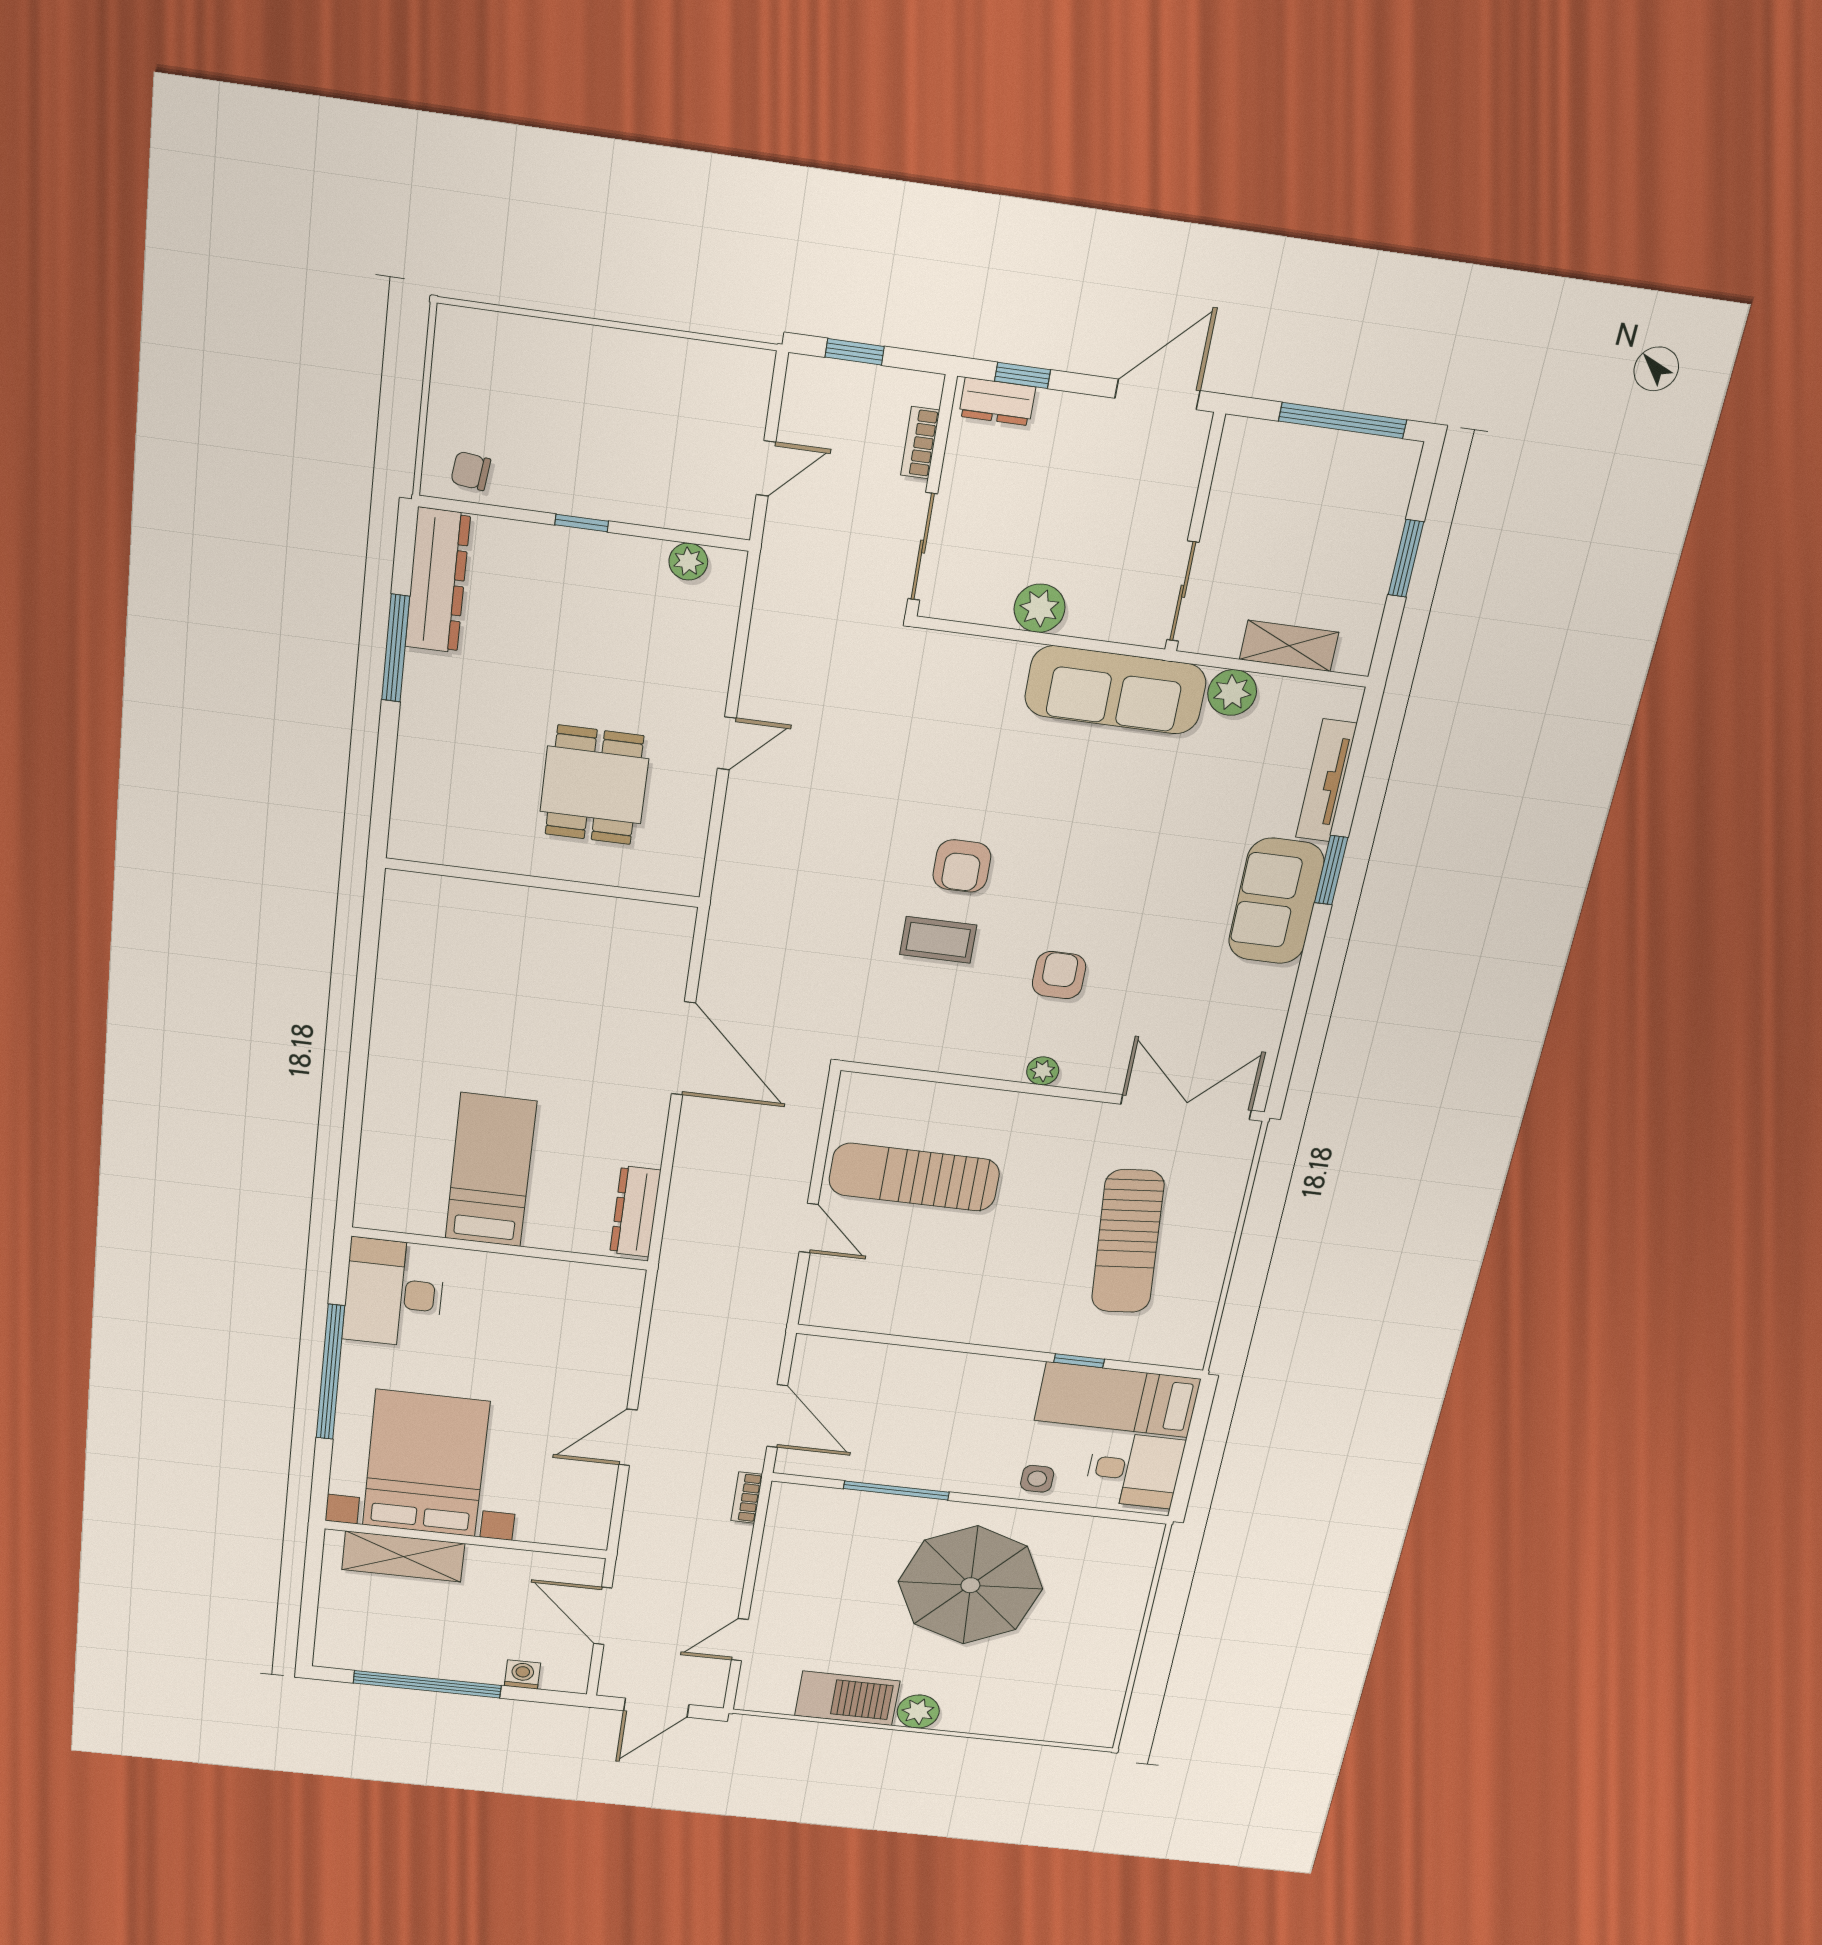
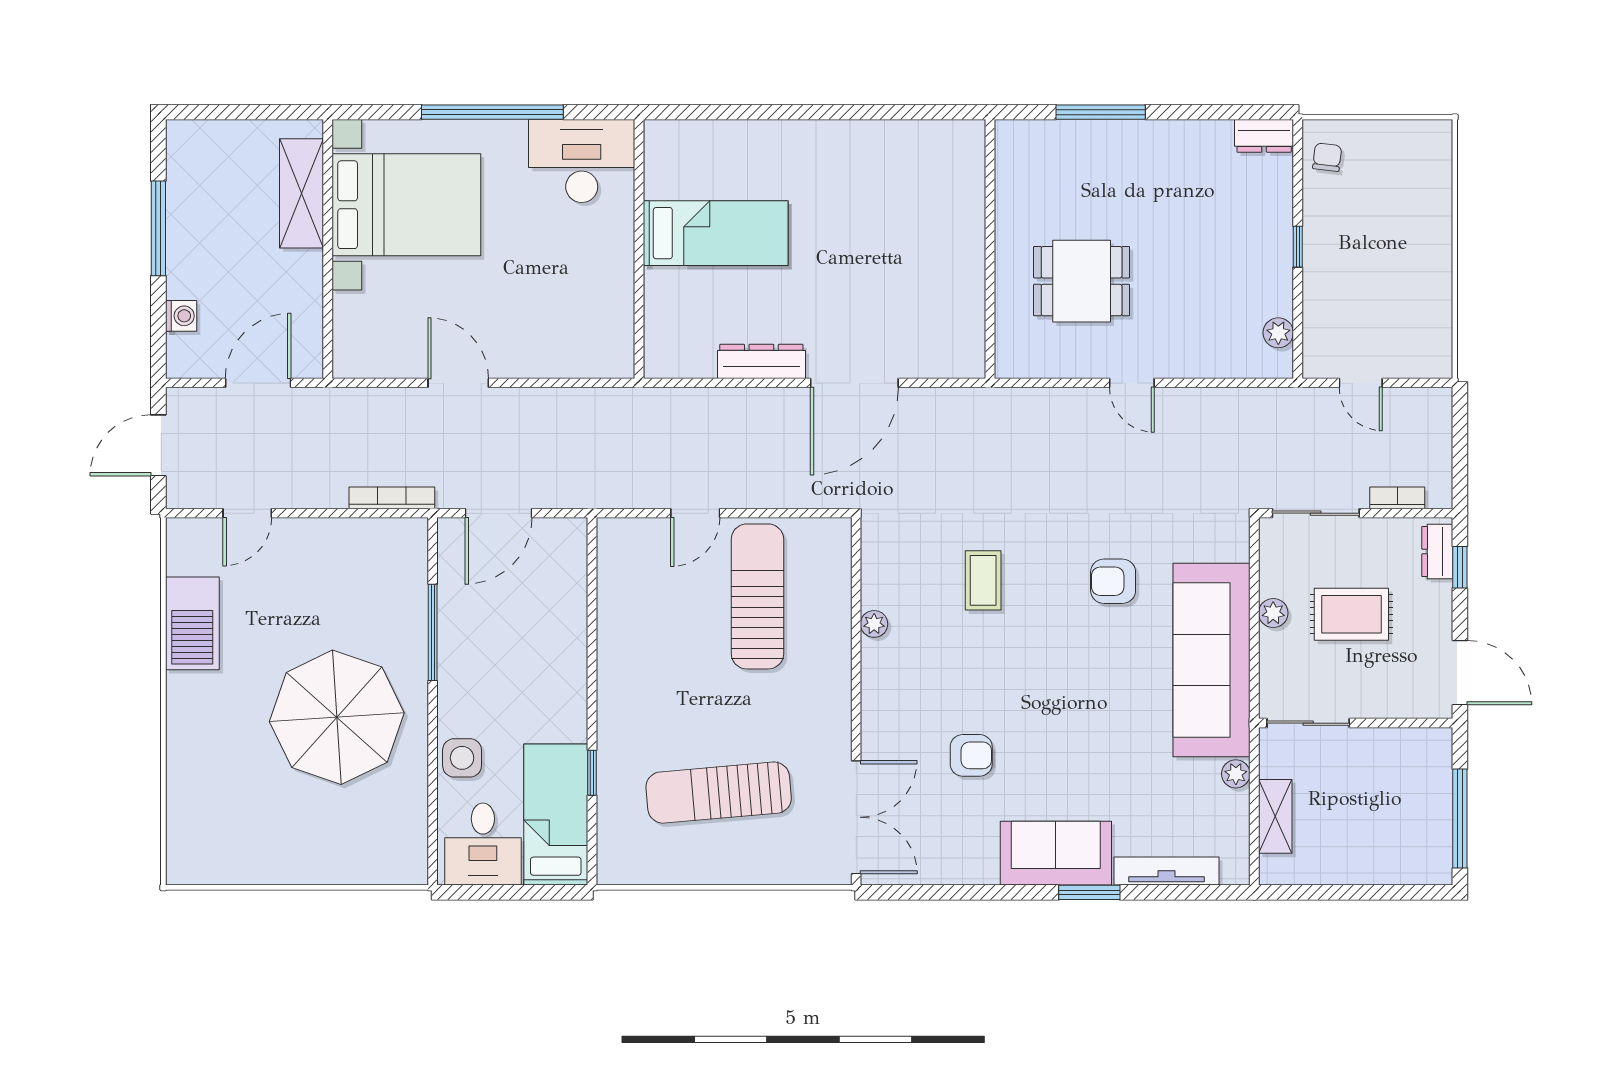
window: (855, 352) -> (1460, 437), removed
rug: (1057, 520) -> (1351, 614), added
window: (1406, 558) -> (1359, 892), removed
dresser: (438, 581) -> (1264, 136), width x0.51, depth x0.80
plant: (1039, 608) -> (1273, 613), width x0.73, depth x0.73
window: (396, 648) -> (1101, 112), moved
sofa: (1115, 690) -> (1212, 660), width x1.36, depth x1.27
plant: (1232, 692) -> (1236, 774), width x0.73, depth x0.73
armchair: (962, 866) -> (1113, 581), moved
armchair: (1059, 975) -> (971, 755), moved
plant: (1043, 1071) -> (874, 624), moved
dresser: (635, 1212) -> (761, 361), moved
side table: (1037, 1479) -> (462, 758), width x1.37, depth x1.37
bookcase: (747, 1498) -> (392, 498), width x1.56
door: (740, 1640) -> (247, 513), swing flipped
window: (427, 1684) -> (158, 228), width x0.68
door: (656, 1708) -> (158, 445), hinge flipped
plant: (918, 1712) -> (185, 693), removed

